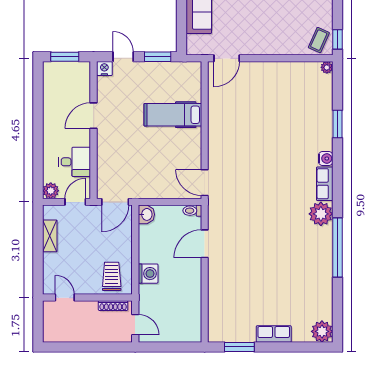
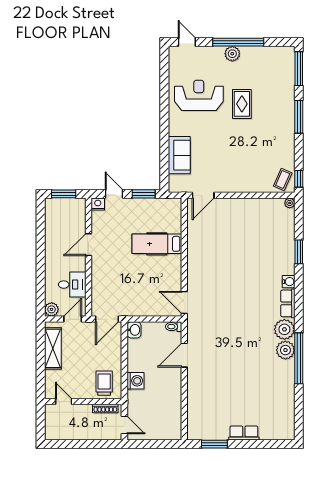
shelving: (50, 236) -> (53, 348), width x1.50, depth x1.33
plant: (322, 331) -> (285, 350), moved

